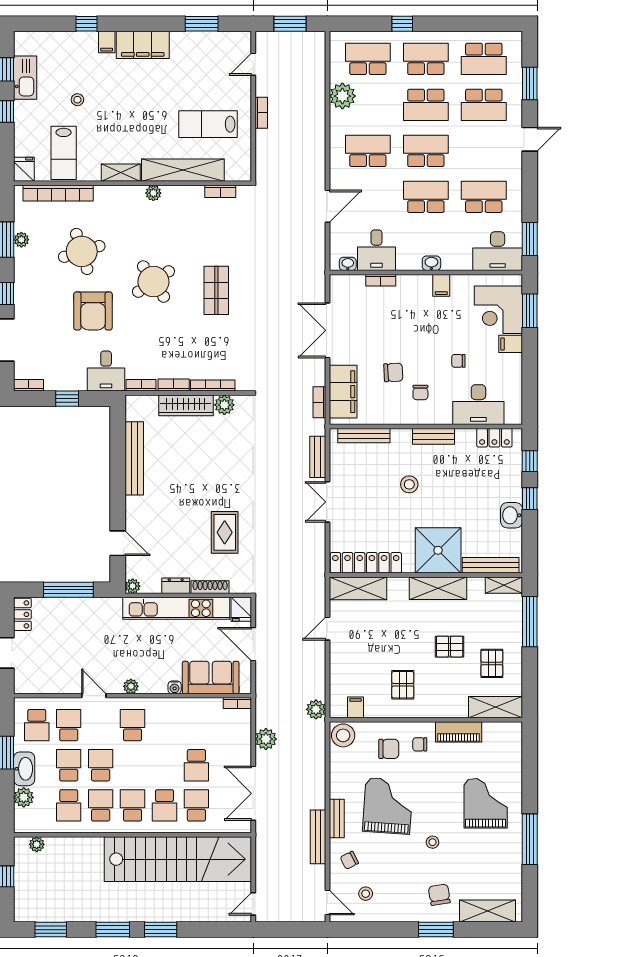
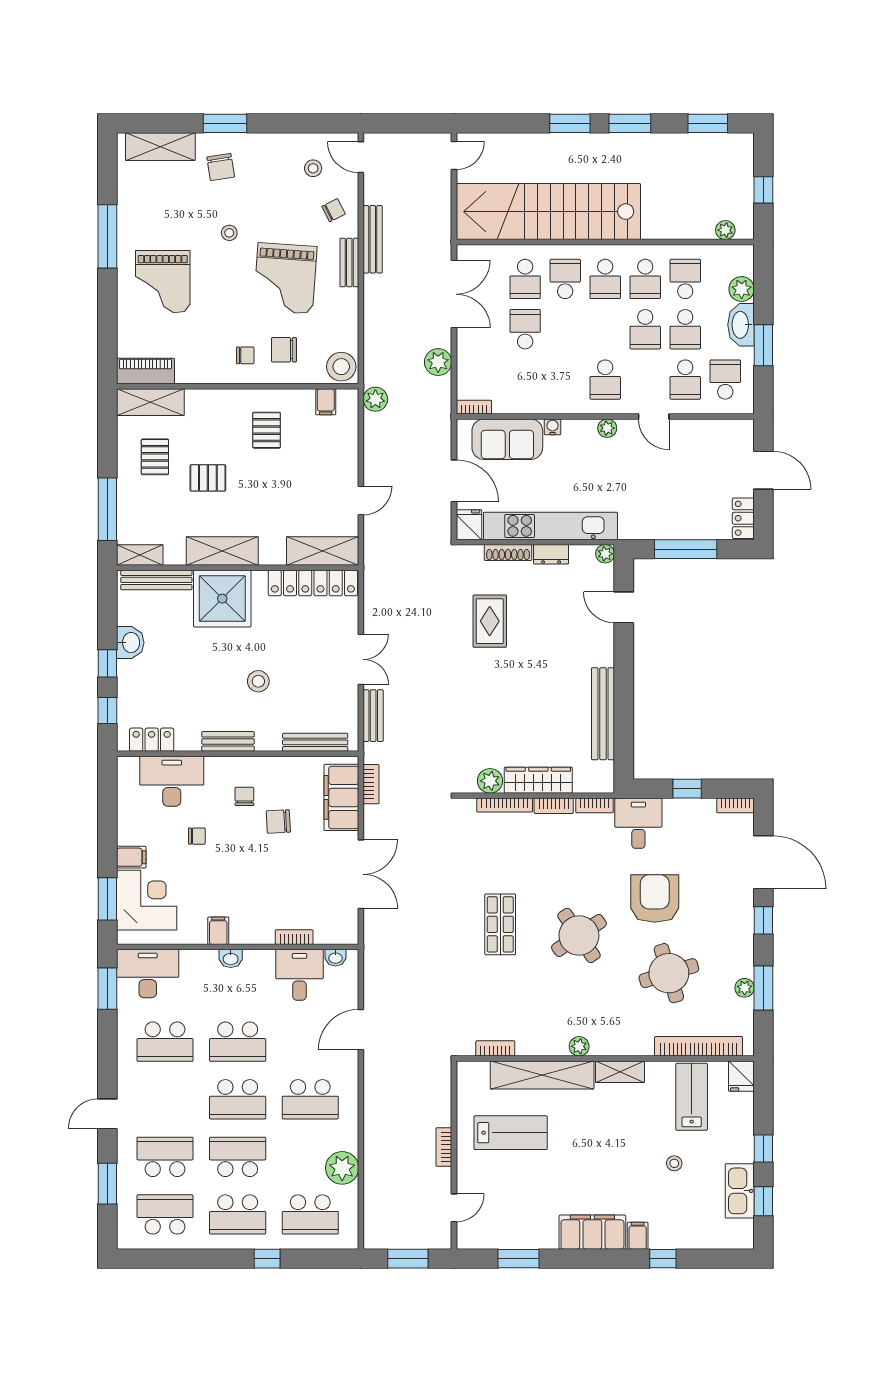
piano: (459, 732) -> (145, 371), moved

